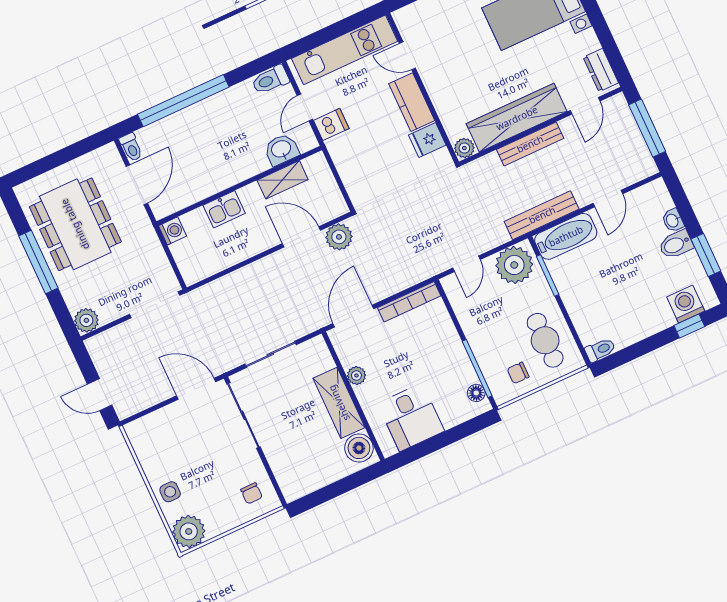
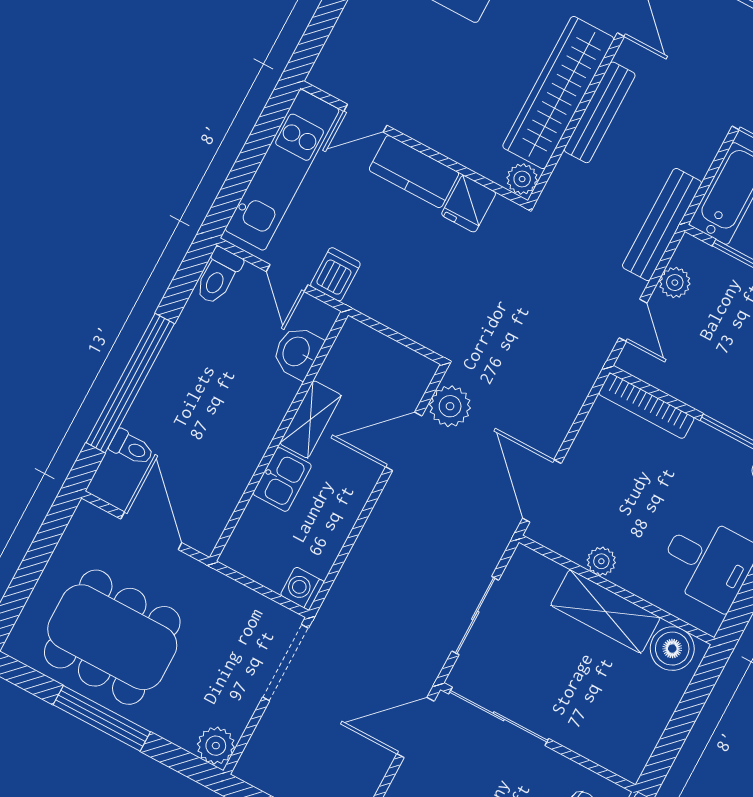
toilet: (131, 147) -> (132, 448), moved
shelving: (283, 180) -> (310, 419), moved
bench: (542, 215) -> (662, 225), moved
washing machine: (172, 231) -> (302, 588), moved, turned -90
plant: (514, 265) -> (675, 283), width x0.53, depth x0.53
bookcase: (409, 302) -> (646, 406), moved, turned 90

